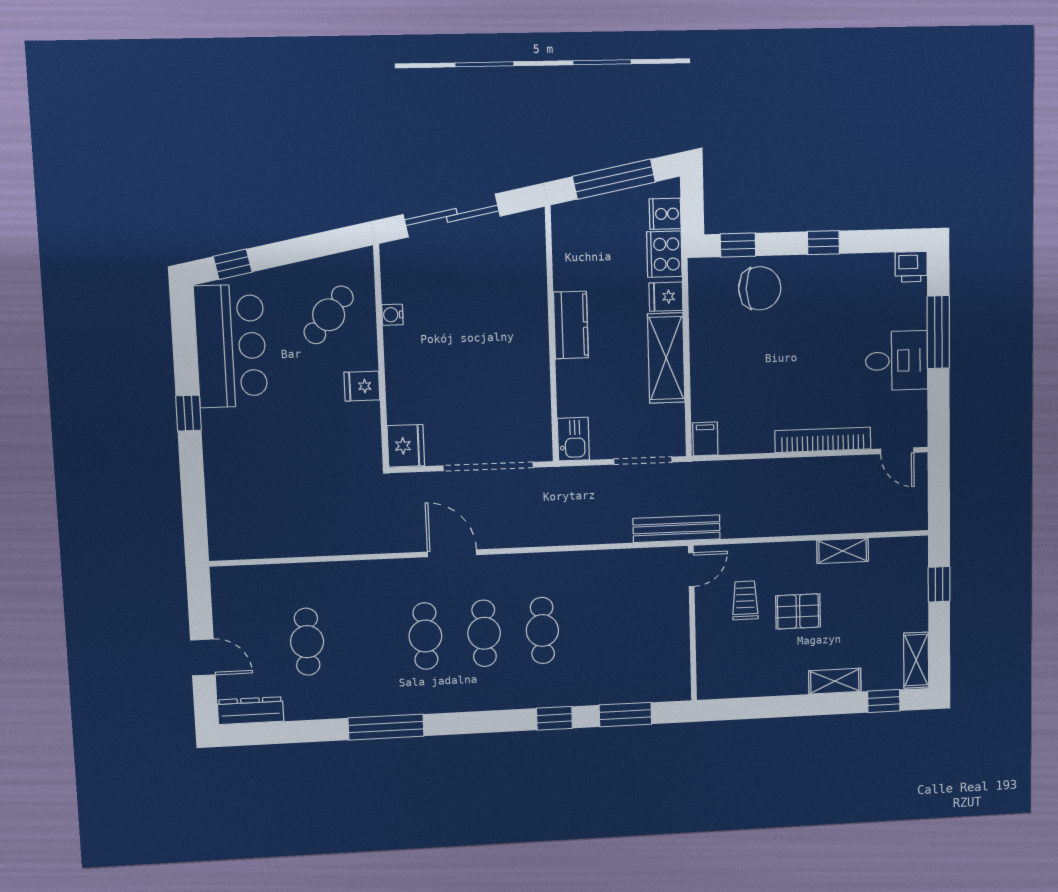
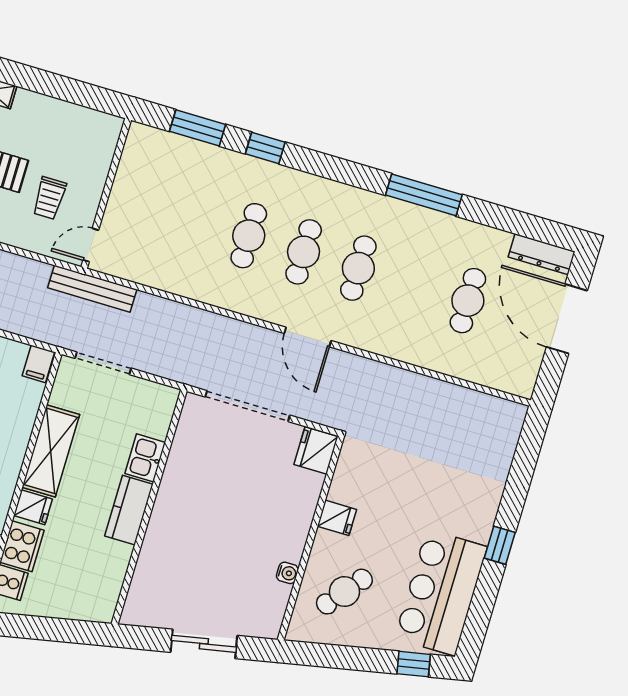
window: (614, 179) -> (46, 629), removed
sliding door: (452, 215) -> (204, 644), width x0.73
kitchen sink: (573, 439) -> (145, 458), moved
door: (203, 657) -> (567, 319), width x1.87

